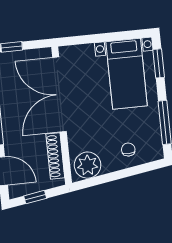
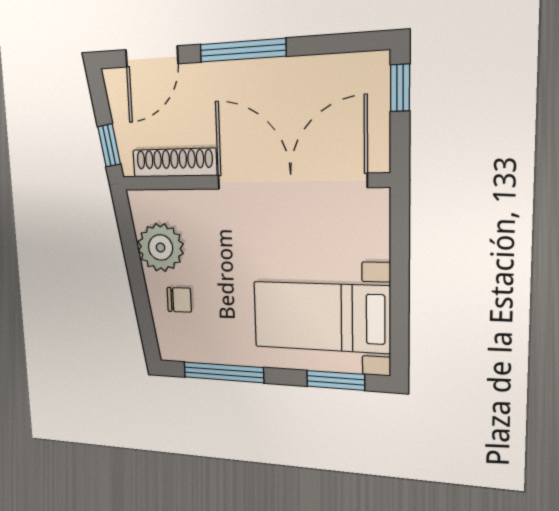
plant: (88, 165) -> (161, 247), moved
window: (35, 197) -> (109, 145), moved

